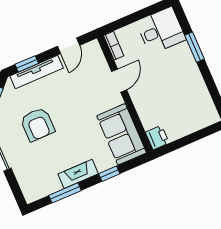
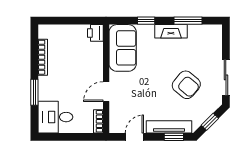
bookcase: (202, 88) -> (43, 57), added
armchair: (37, 124) -> (186, 85), turned 130

